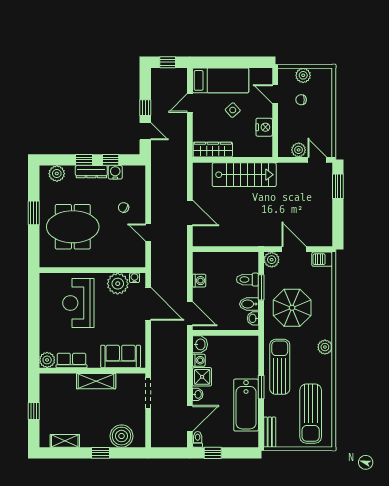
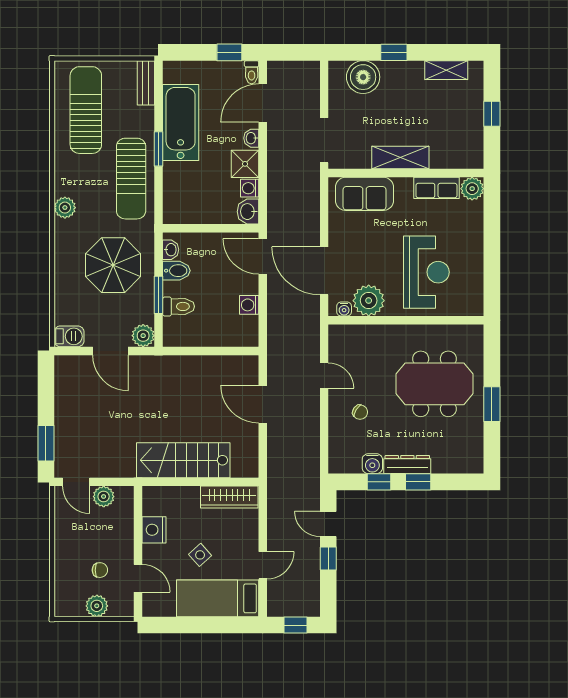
plant: (57, 174) -> (458, 462), removed

